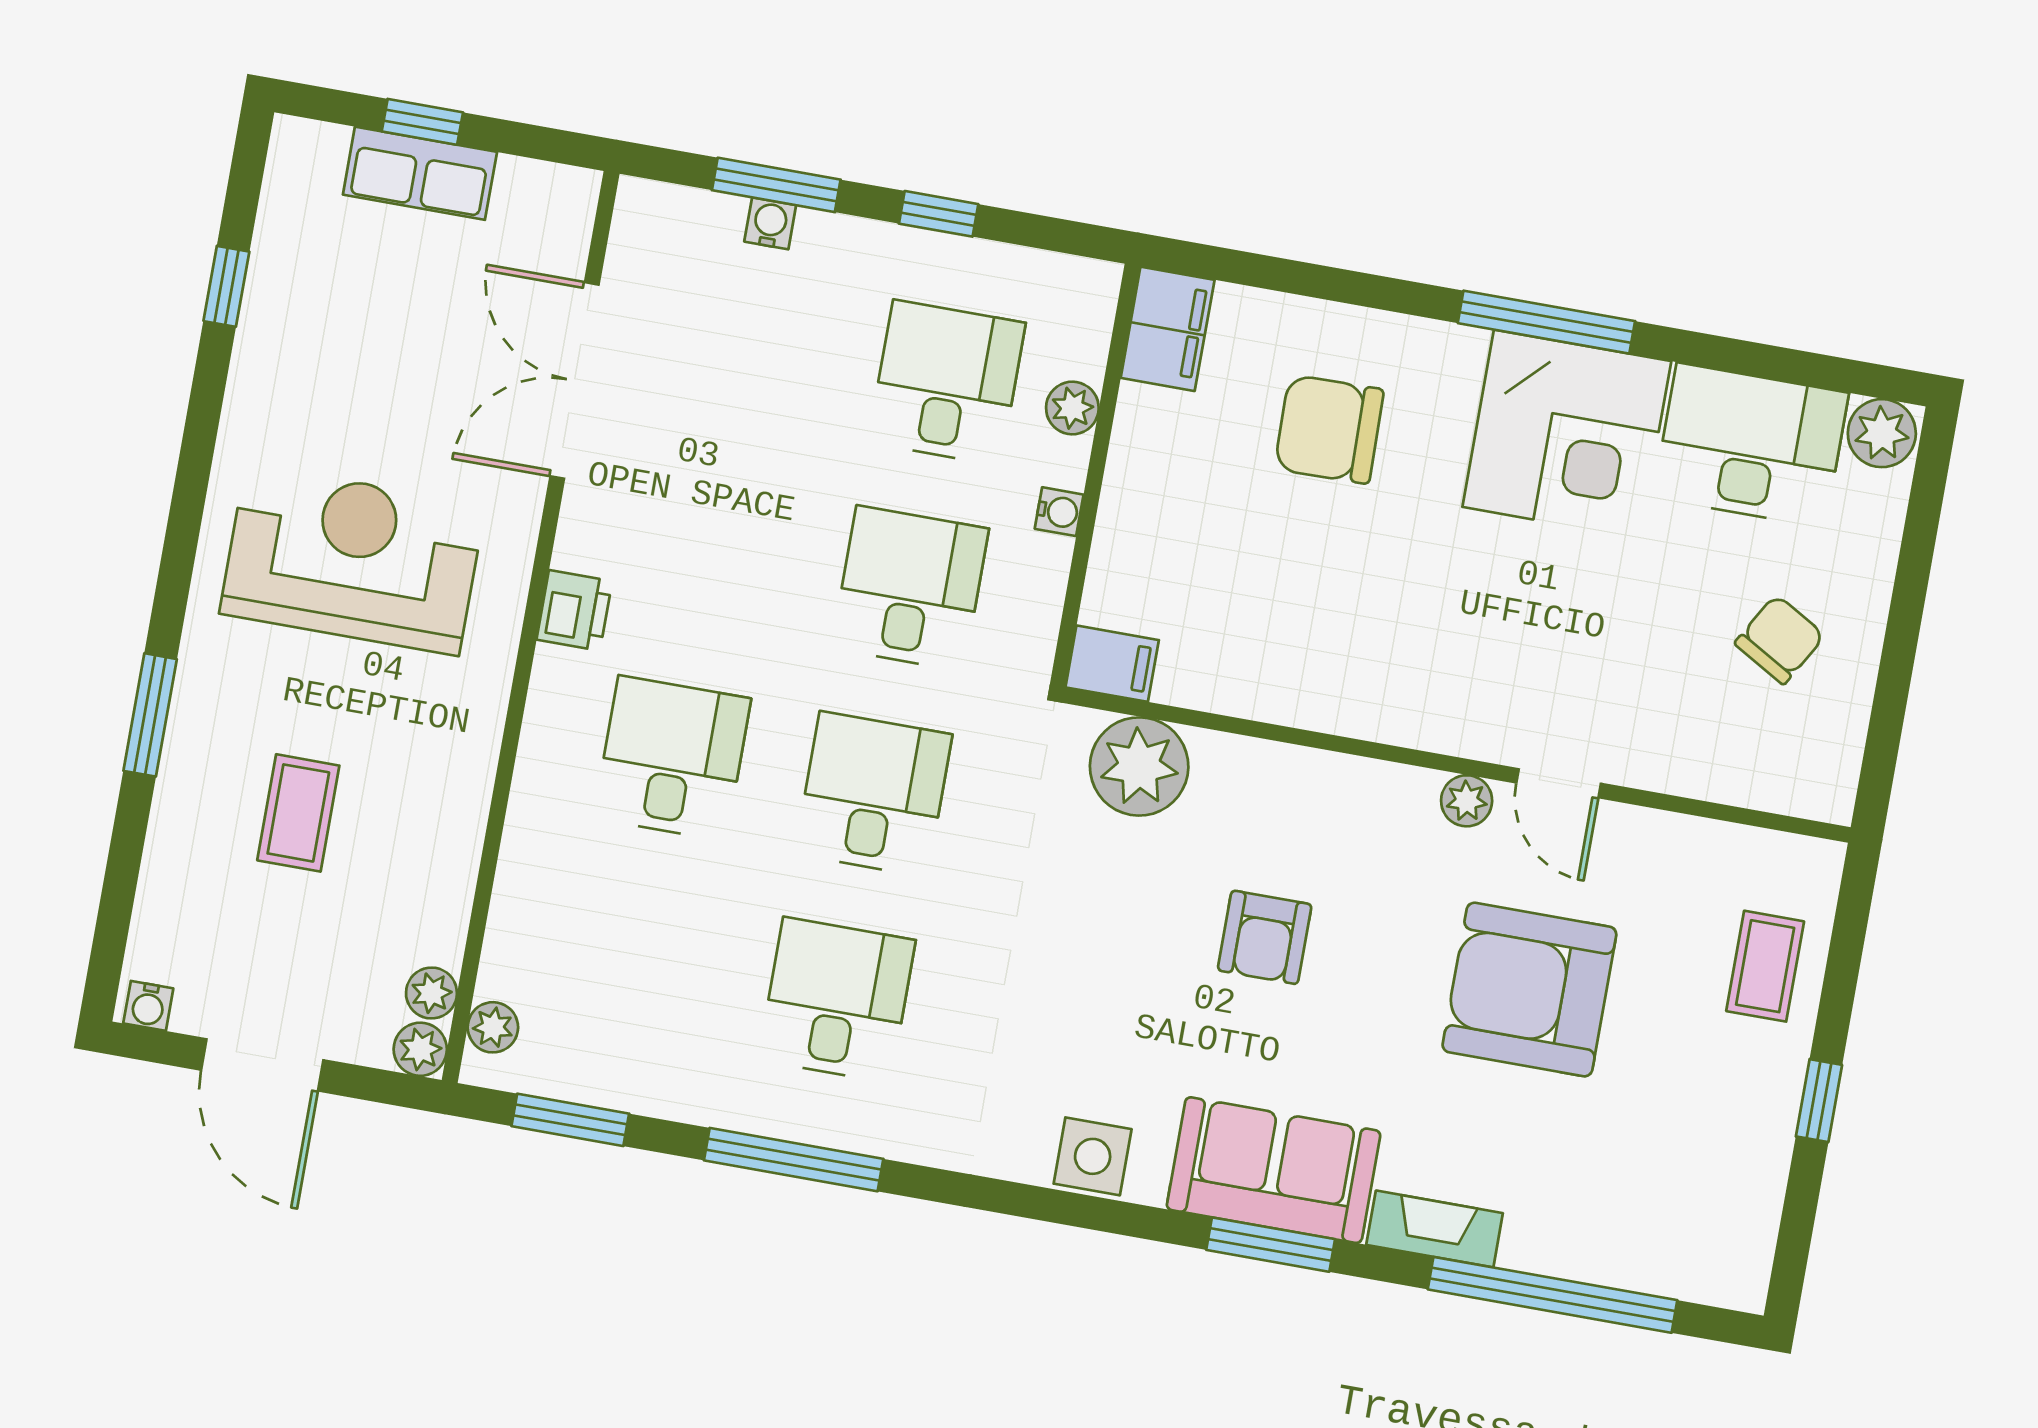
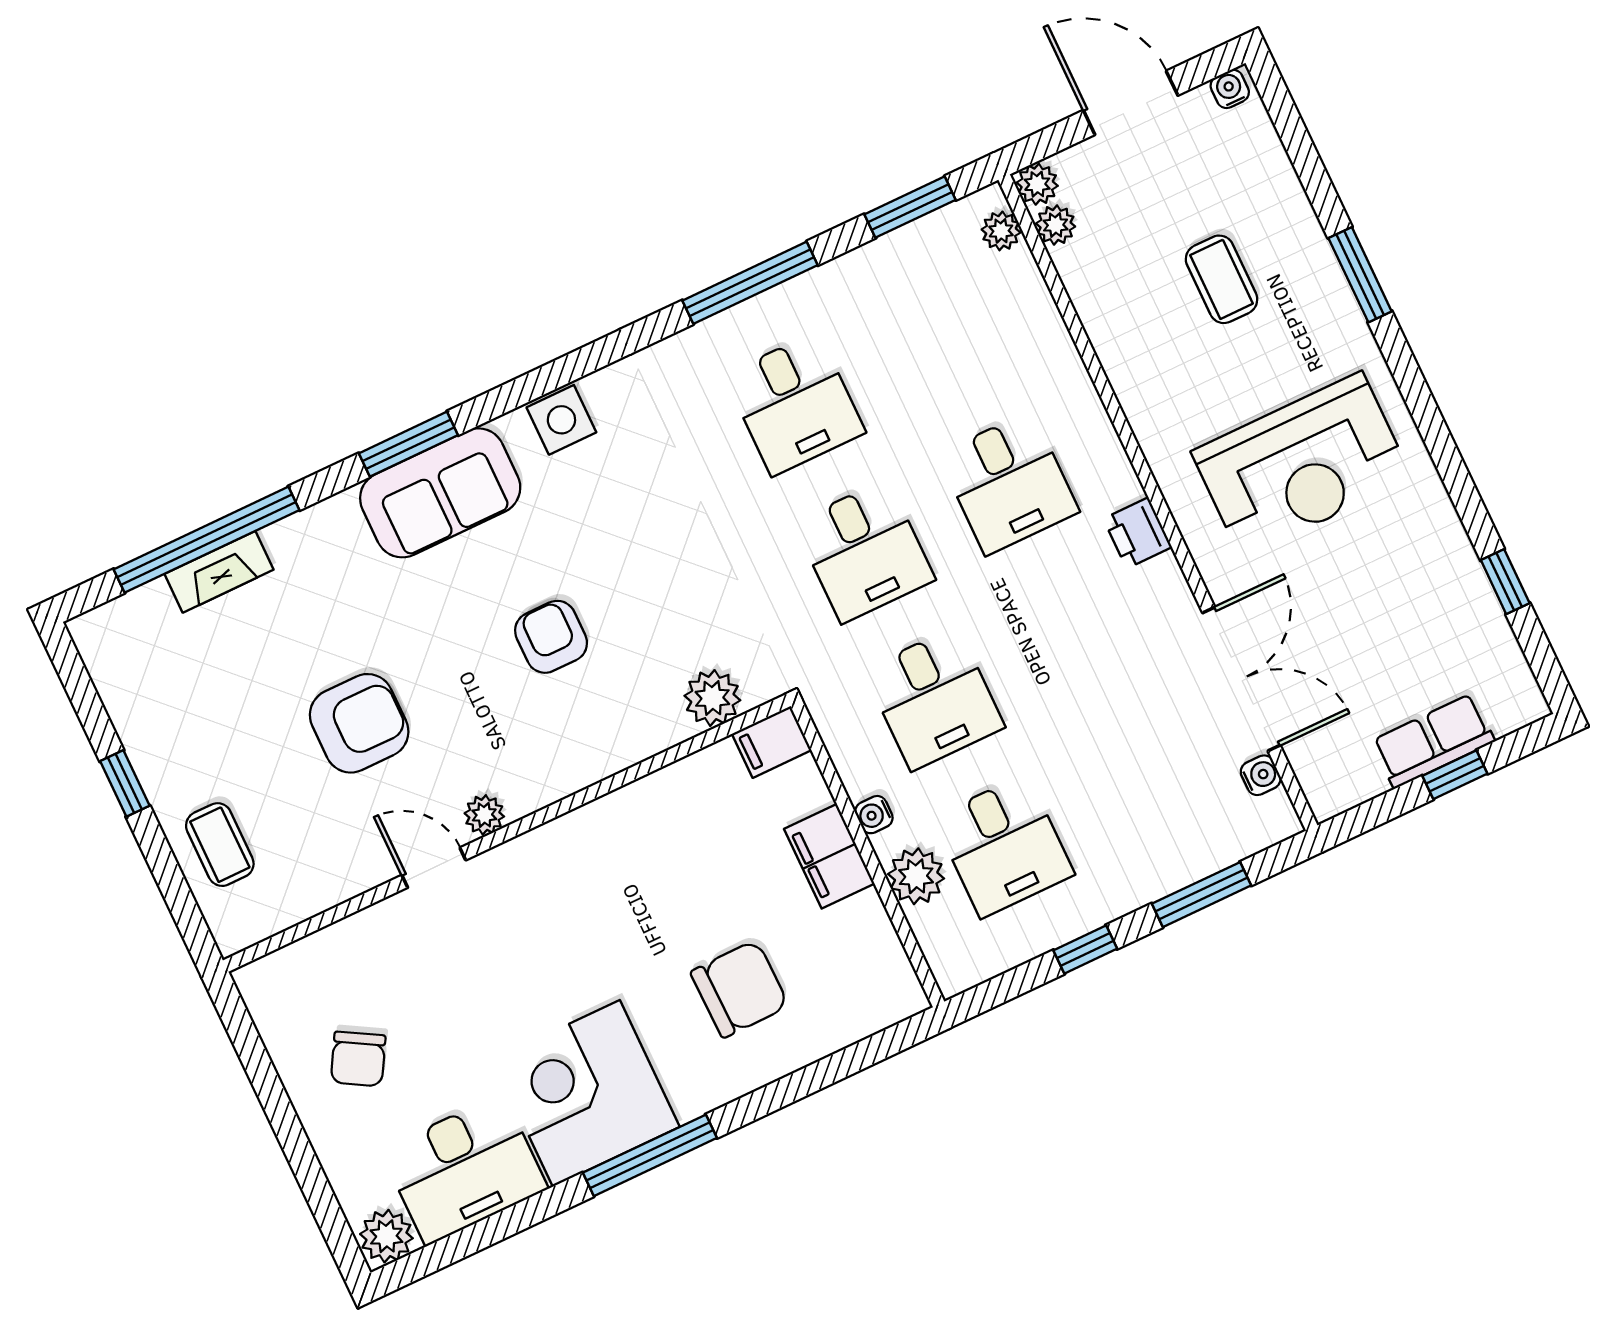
water cooler: (770, 223) -> (1261, 775), moved, turned -90
filing cabinet: (1168, 329) -> (829, 856), moved
plant: (1072, 408) -> (916, 876), width x1.38, depth x1.38
plant: (1139, 766) -> (712, 698), width x0.73, depth x0.73
armchair: (1529, 990) -> (359, 723), width x0.73, depth x0.73
fireplace: (1435, 1229) -> (219, 572), moved

